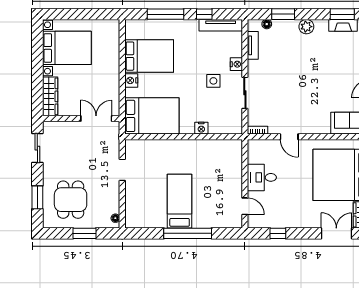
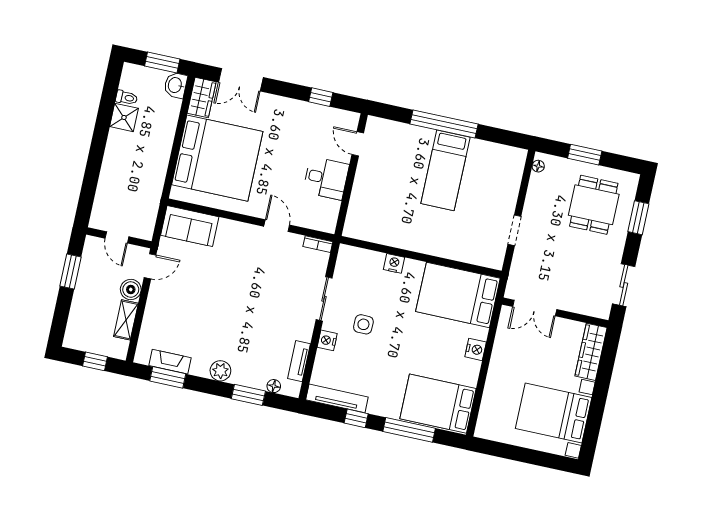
bed: (149, 56) -> (438, 404), moved

